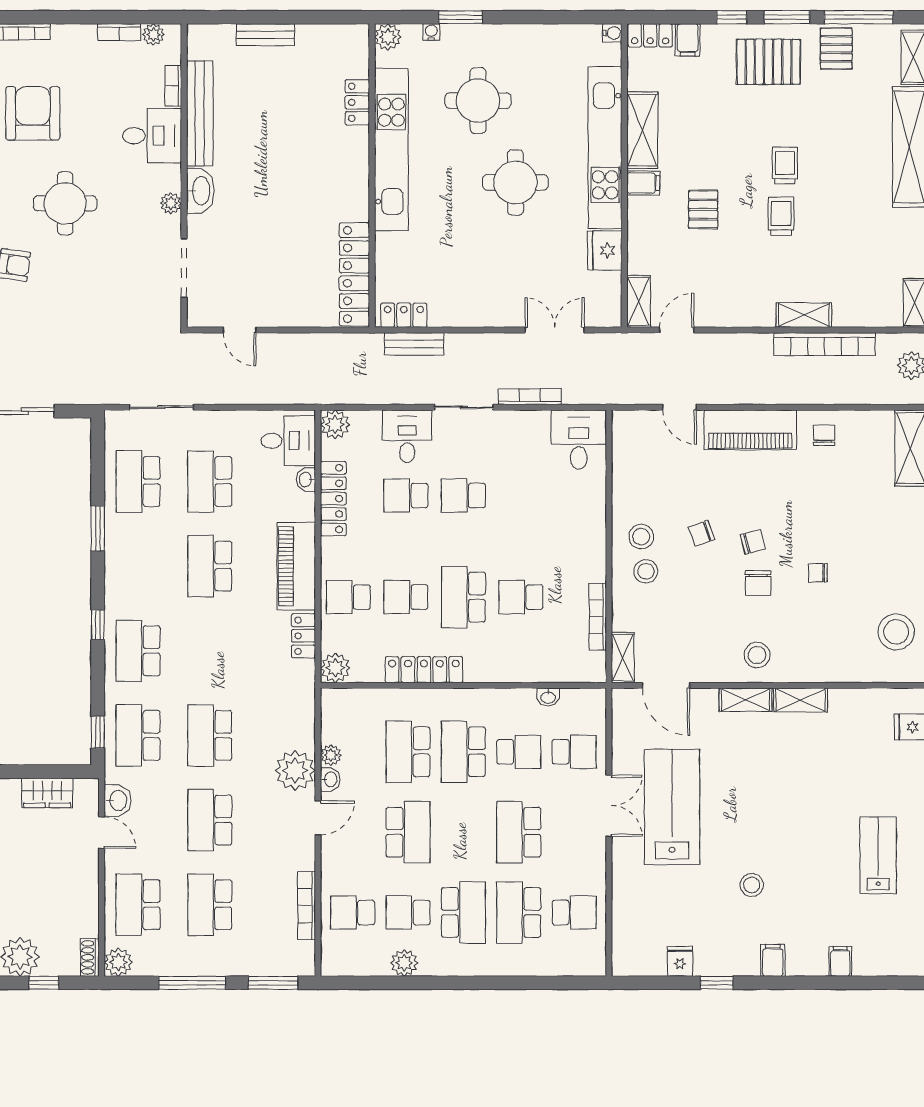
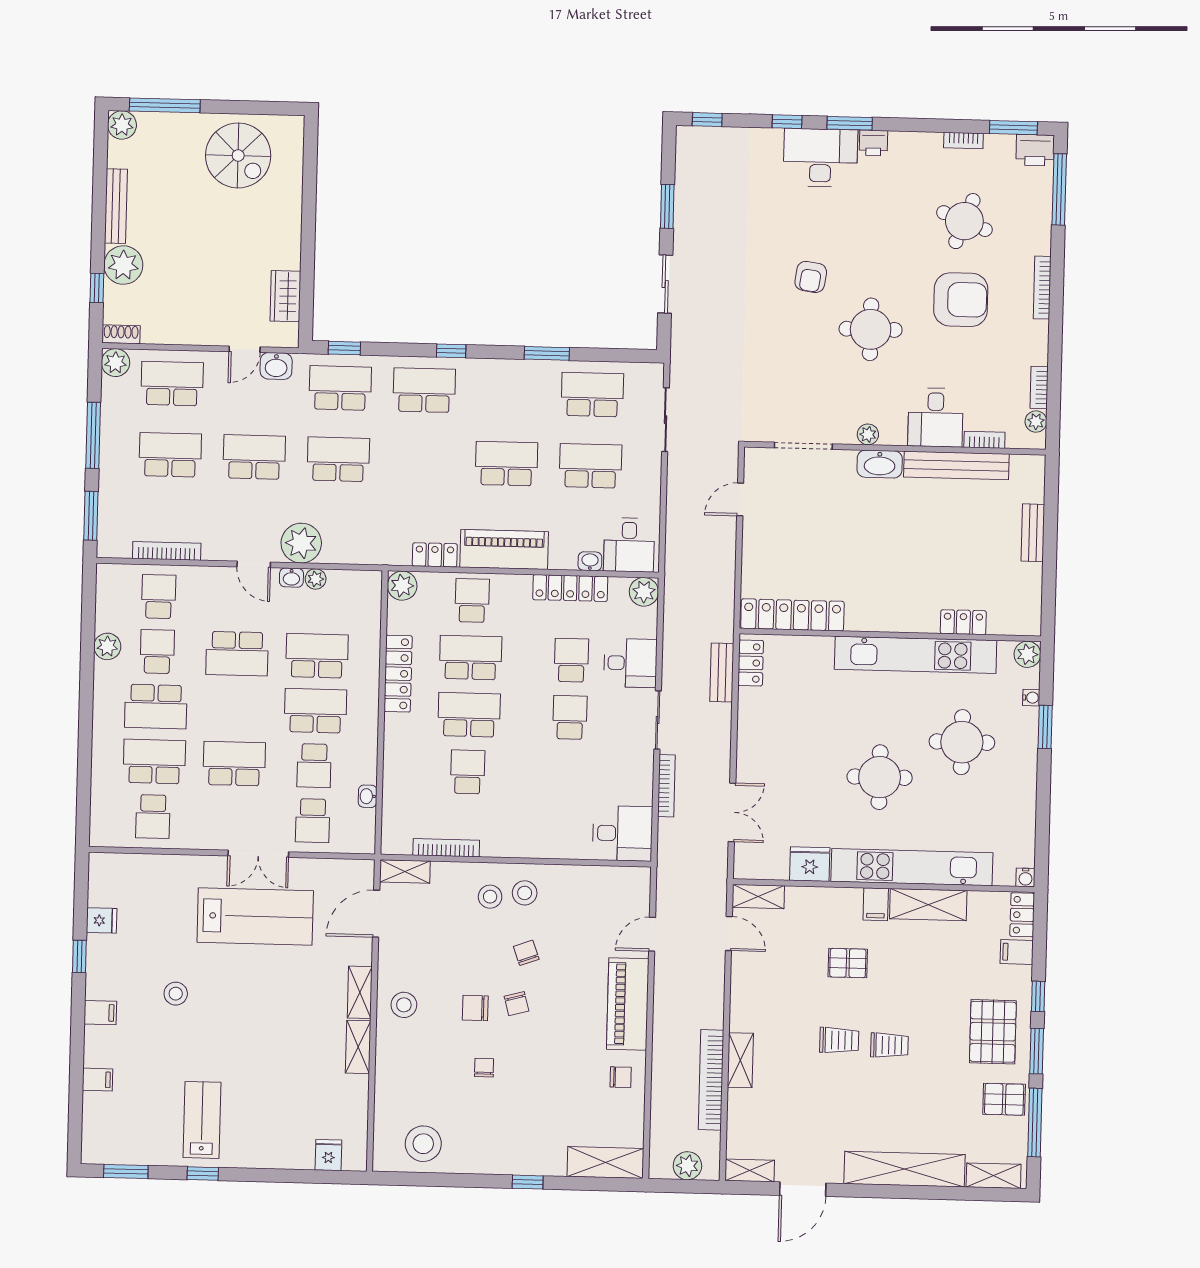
school desk: (406, 597) -> (471, 658), width x1.85
lab bench: (878, 855) -> (202, 1120), turned -90

